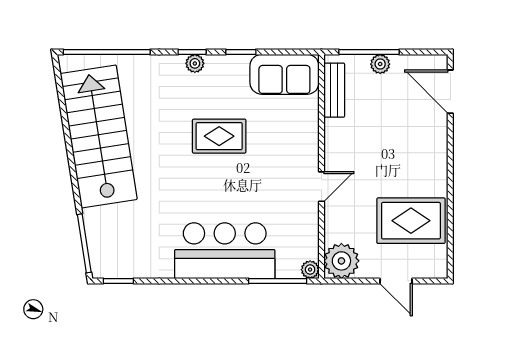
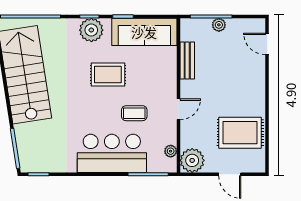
plant: (195, 63) -> (91, 30), width x1.87, depth x1.87
sofa: (284, 74) -> (144, 32), width x1.36
bench: (334, 90) -> (187, 60), moved
door: (450, 92) -> (267, 44), width x0.73
coffee table: (257, 192) -> (134, 113), added
plant: (310, 270) -> (171, 151), moved

